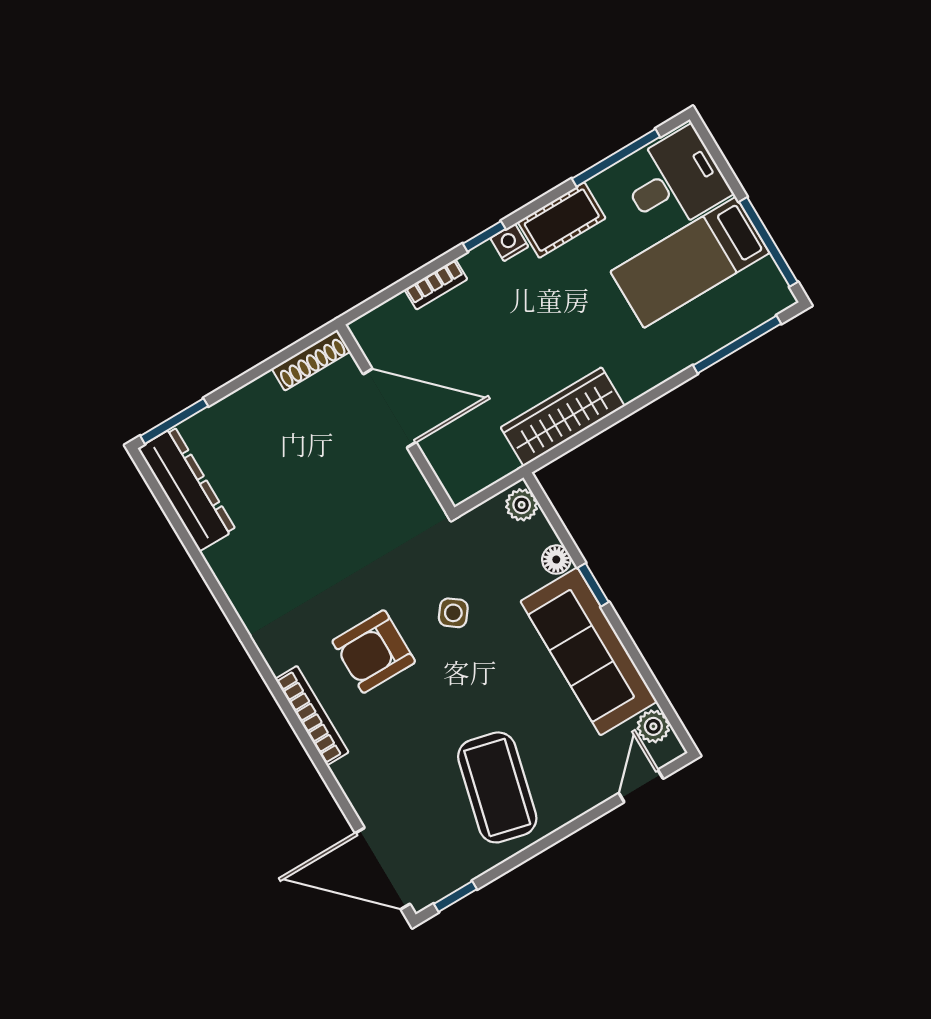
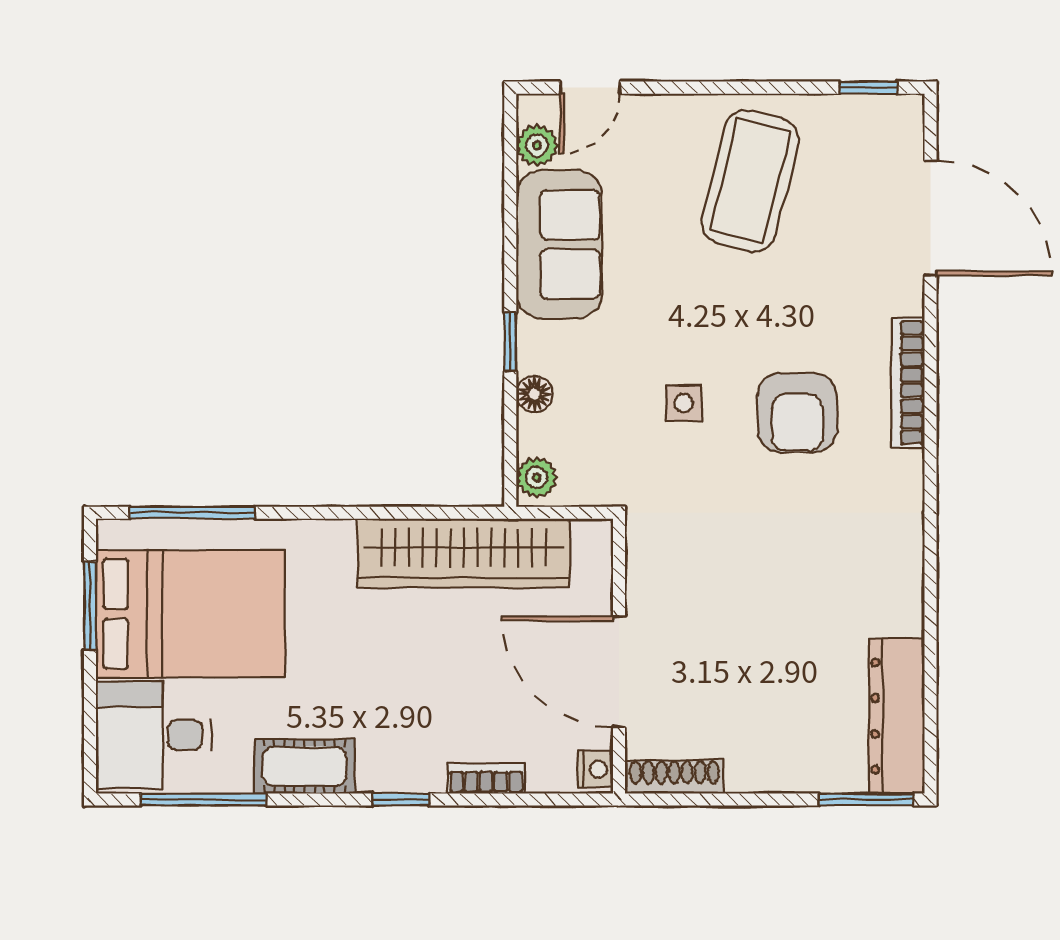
nightstand: (509, 242) -> (596, 769), moved, turned -90
window: (768, 242) -> (90, 606), width x0.69
bed: (690, 262) -> (190, 614), width x1.50
wardrobe: (563, 417) -> (464, 553), width x1.40, depth x1.17
side table: (453, 613) -> (684, 403), turned -37
sofa: (589, 651) -> (559, 244), width x0.73
armchair: (374, 652) -> (797, 413), turned 90
door: (383, 868) -> (930, 218), moved

